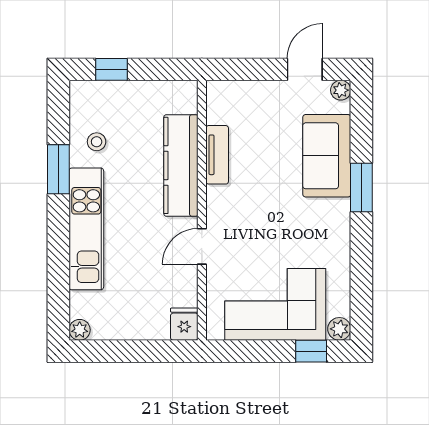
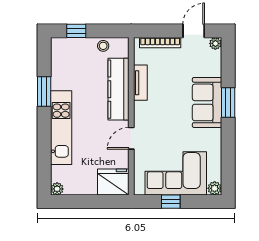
bookcase: (249, 89) -> (160, 43), added
stool: (97, 142) -> (103, 46), moved
sofa: (327, 156) -> (207, 102), moved
fridge: (184, 324) -> (113, 182), width x1.88, depth x1.34
window: (311, 351) -> (171, 202), moved

